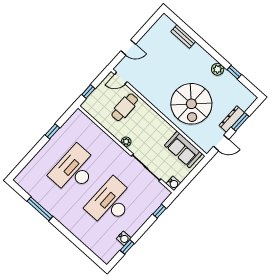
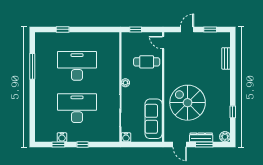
window: (146, 28) -> (210, 29), added
door: (128, 47) -> (187, 29), swing flipped
plant: (218, 69) -> (225, 137), moved
spiral stairs: (191, 104) -> (188, 103), turned 90
window: (52, 131) -> (63, 29), moved
sofa: (183, 149) -> (154, 119), width x1.36
window: (159, 211) -> (83, 145), moved

